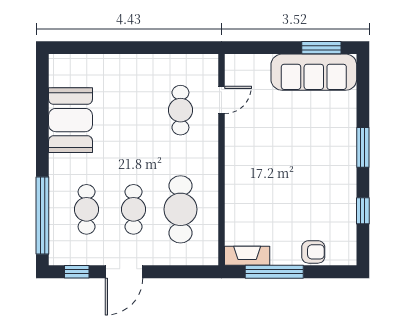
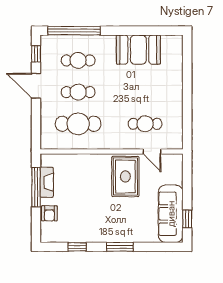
window: (321, 48) -> (187, 219), width x0.67
rug: (259, 139) -> (125, 176), added
fireplace: (247, 256) -> (47, 182), moved

